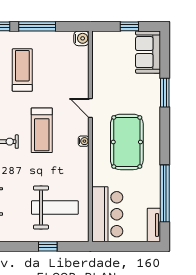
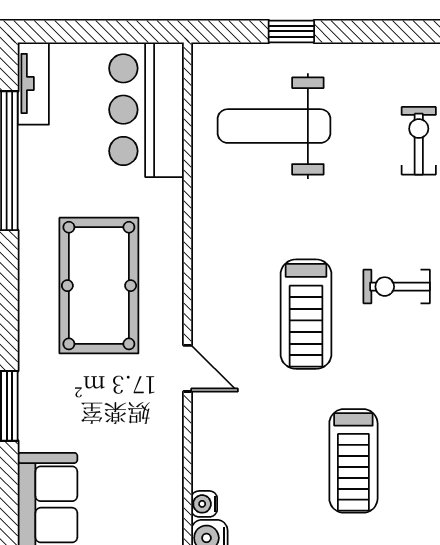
treadmill: (42, 130) -> (306, 314), turned 180
water cooler: (84, 141) -> (204, 504), moved

